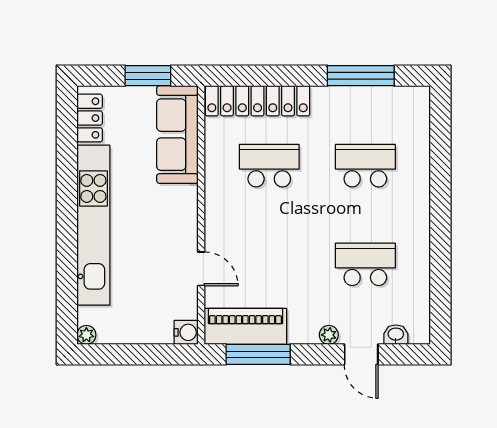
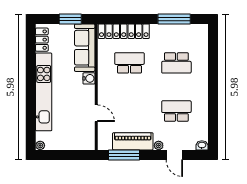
school desk: (365, 166) -> (176, 63), turned 180
piano: (245, 326) -> (133, 141), moved
water cooler: (186, 332) -> (89, 78), moved
washbasin: (396, 335) -> (202, 145), moved

